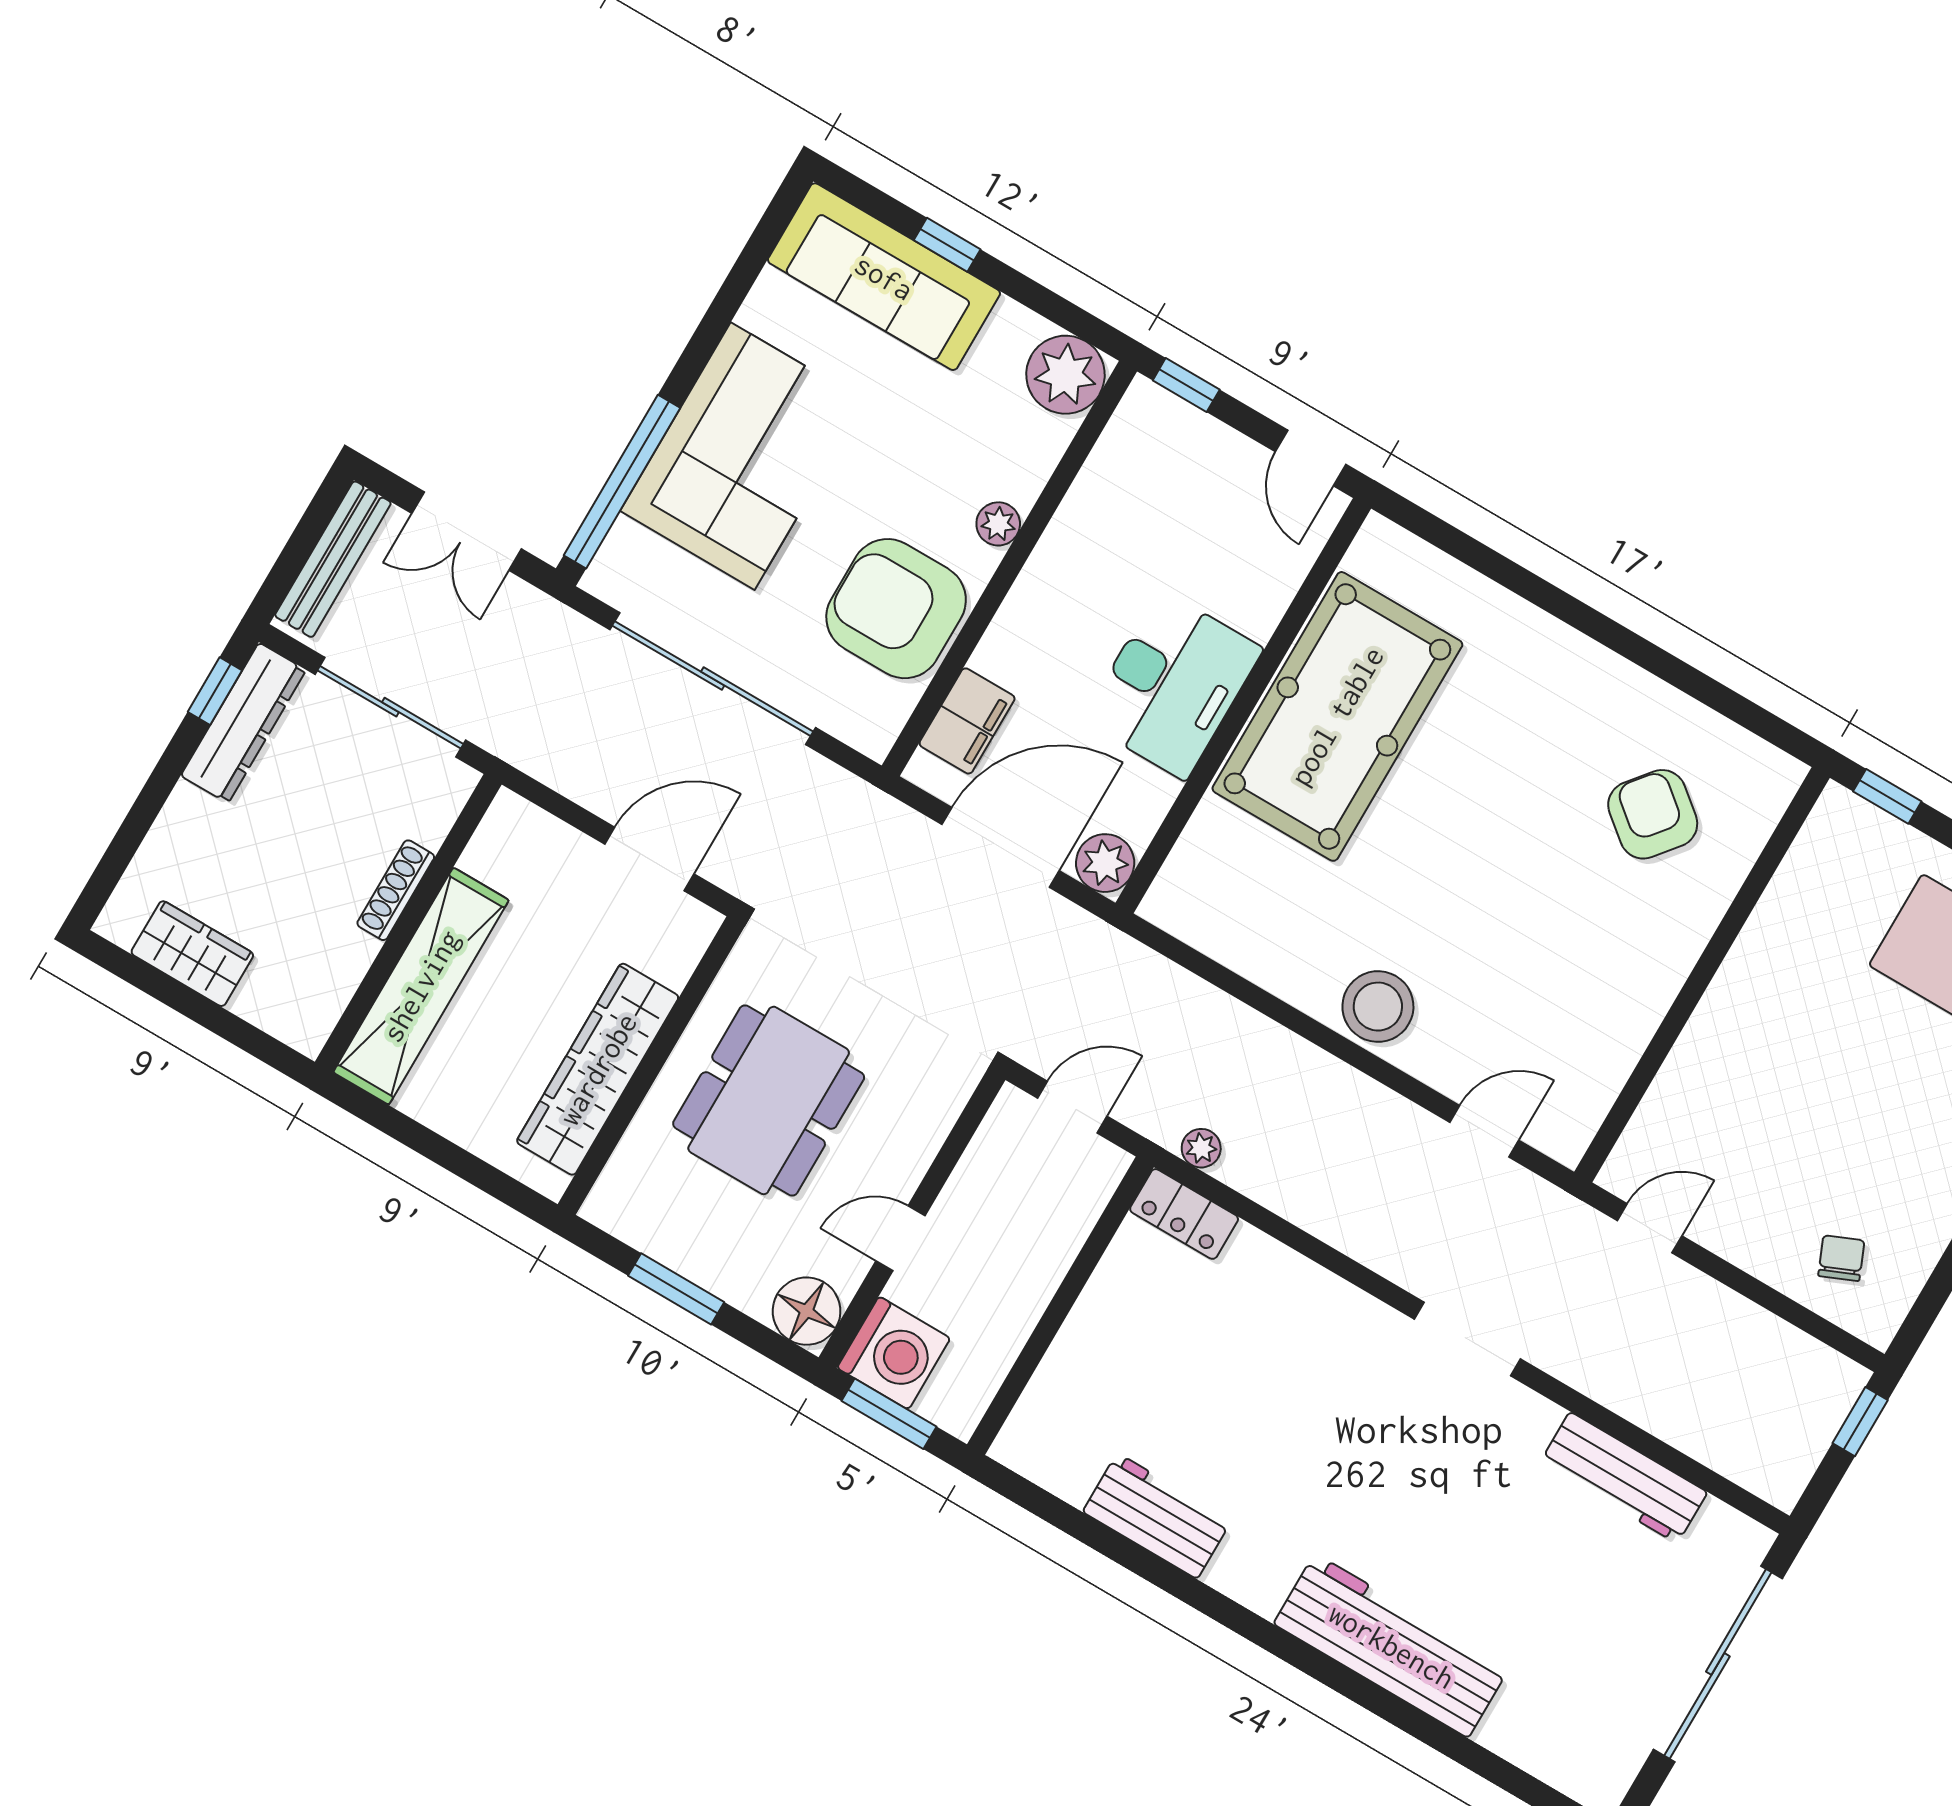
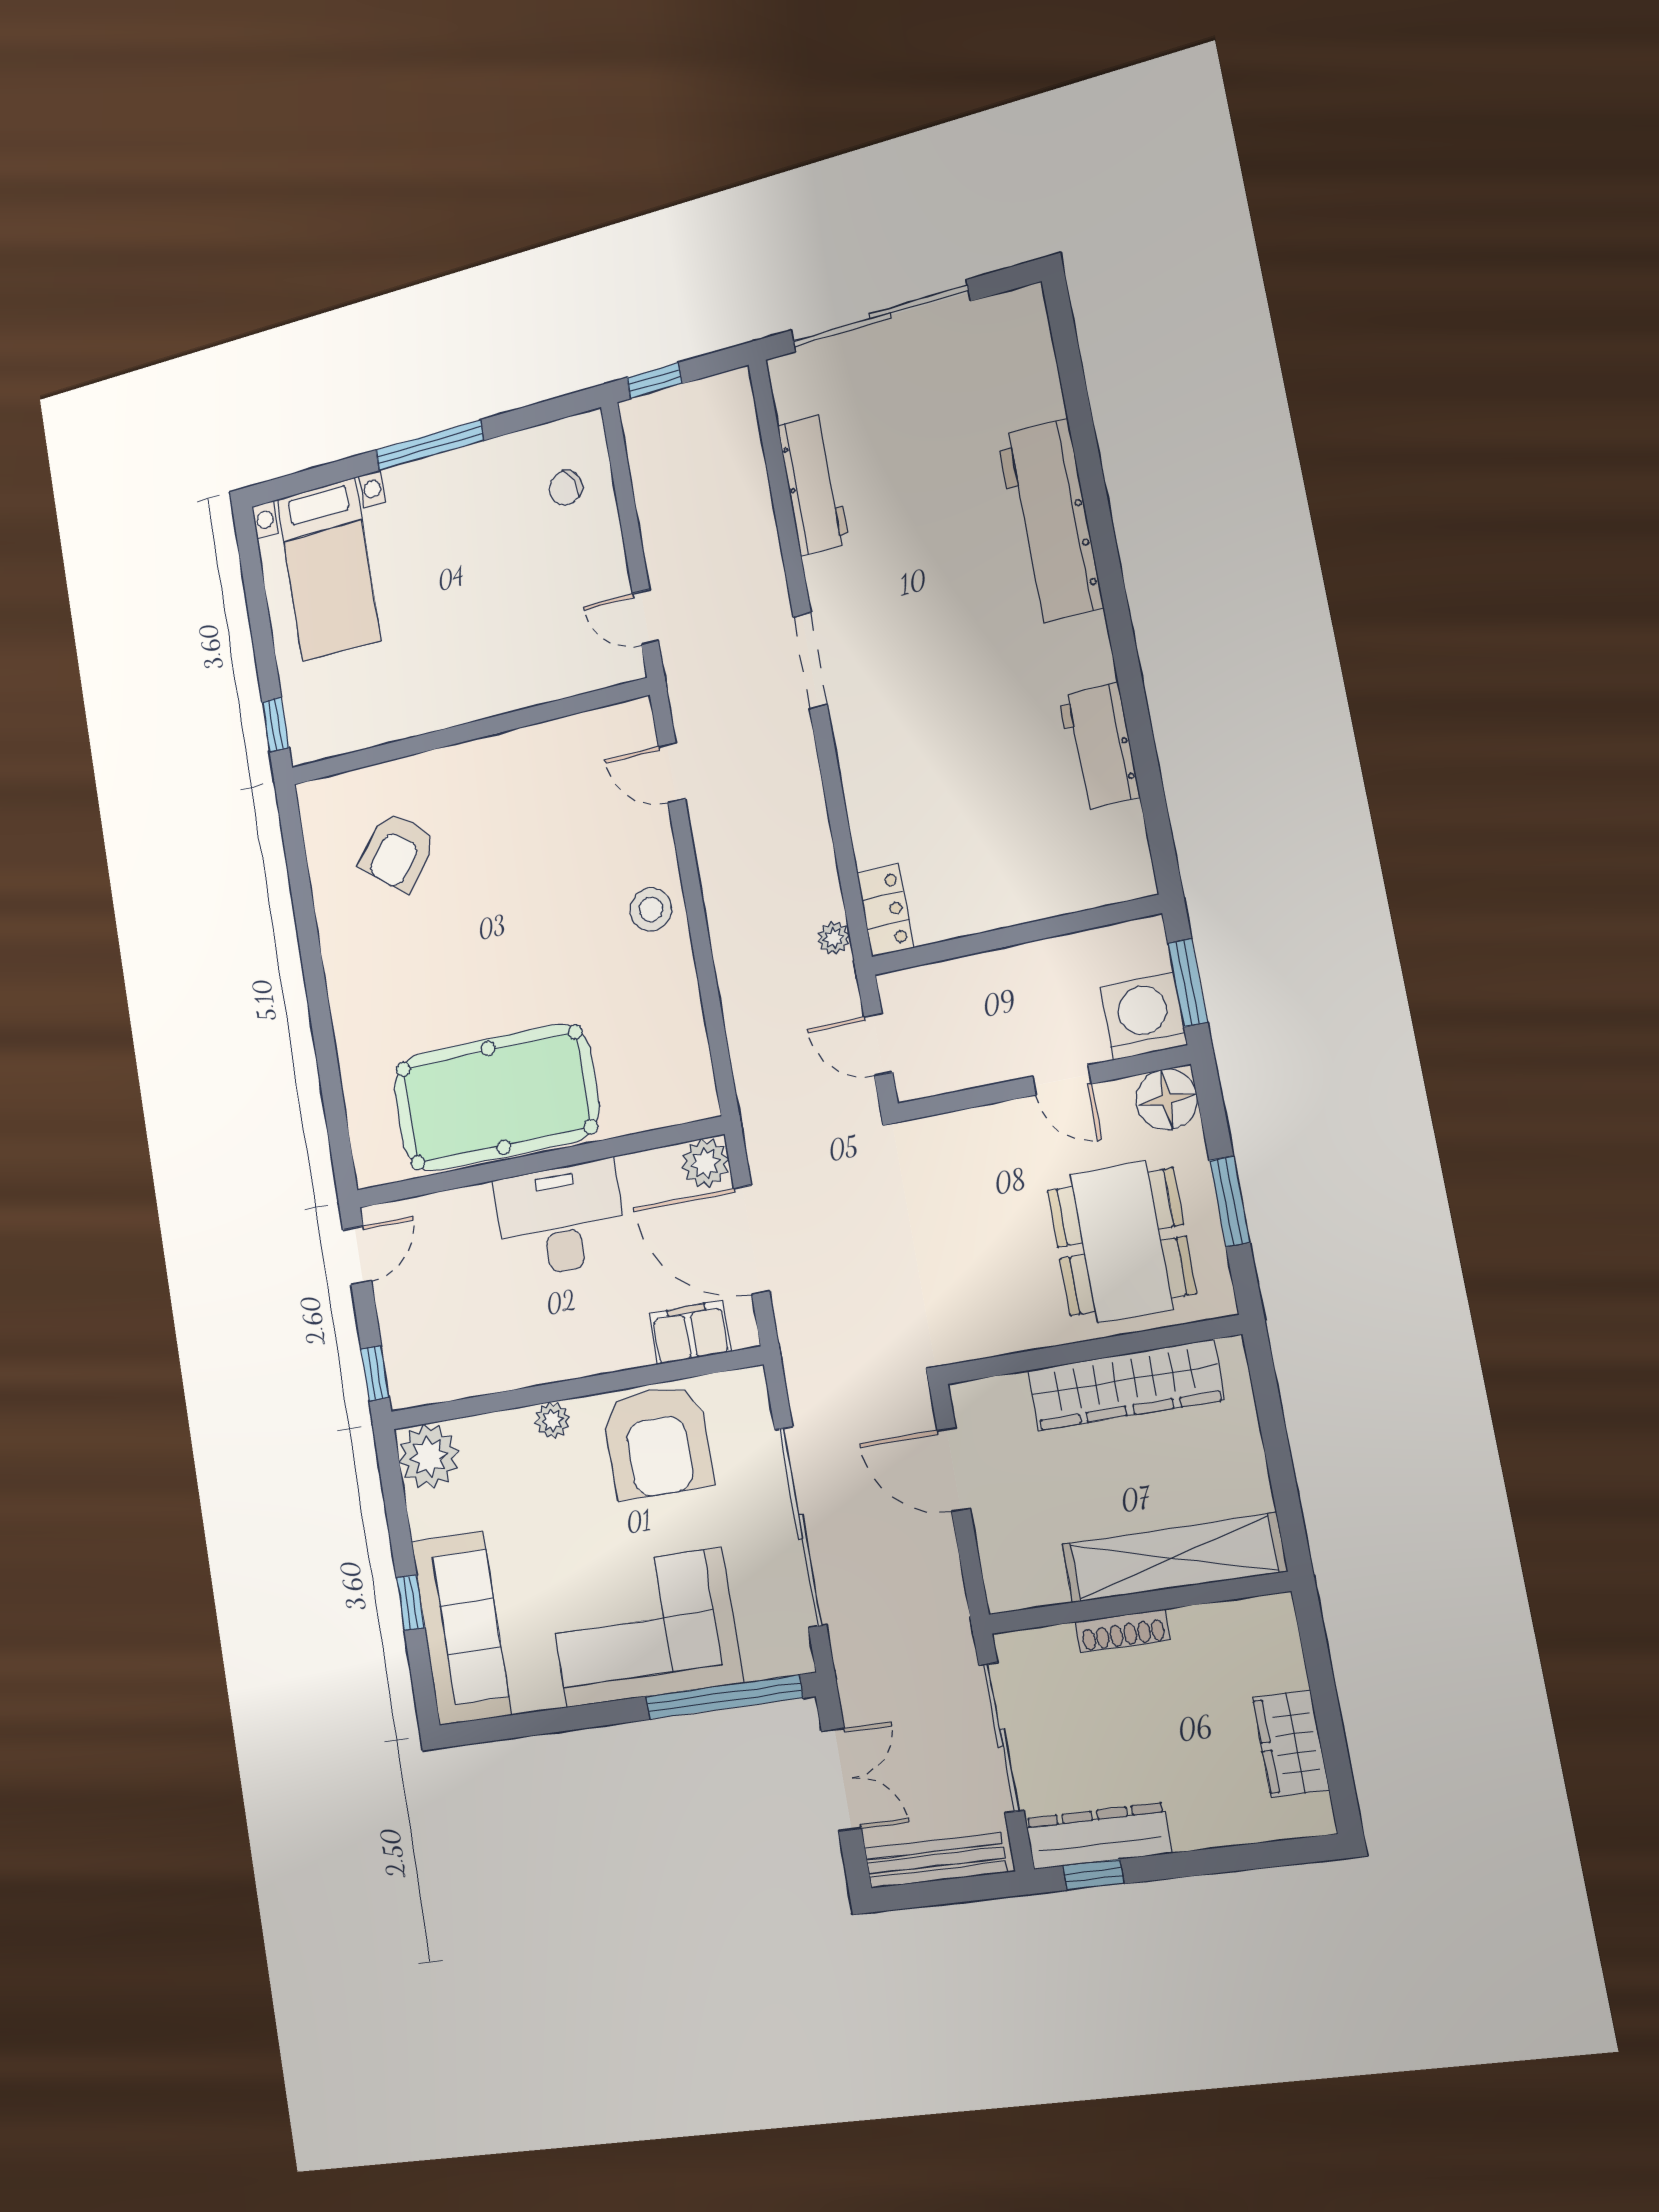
stool: (1378, 1007) -> (651, 909), width x0.73, depth x0.73
dining table: (769, 1100) -> (1121, 1242), moved, turned 90

